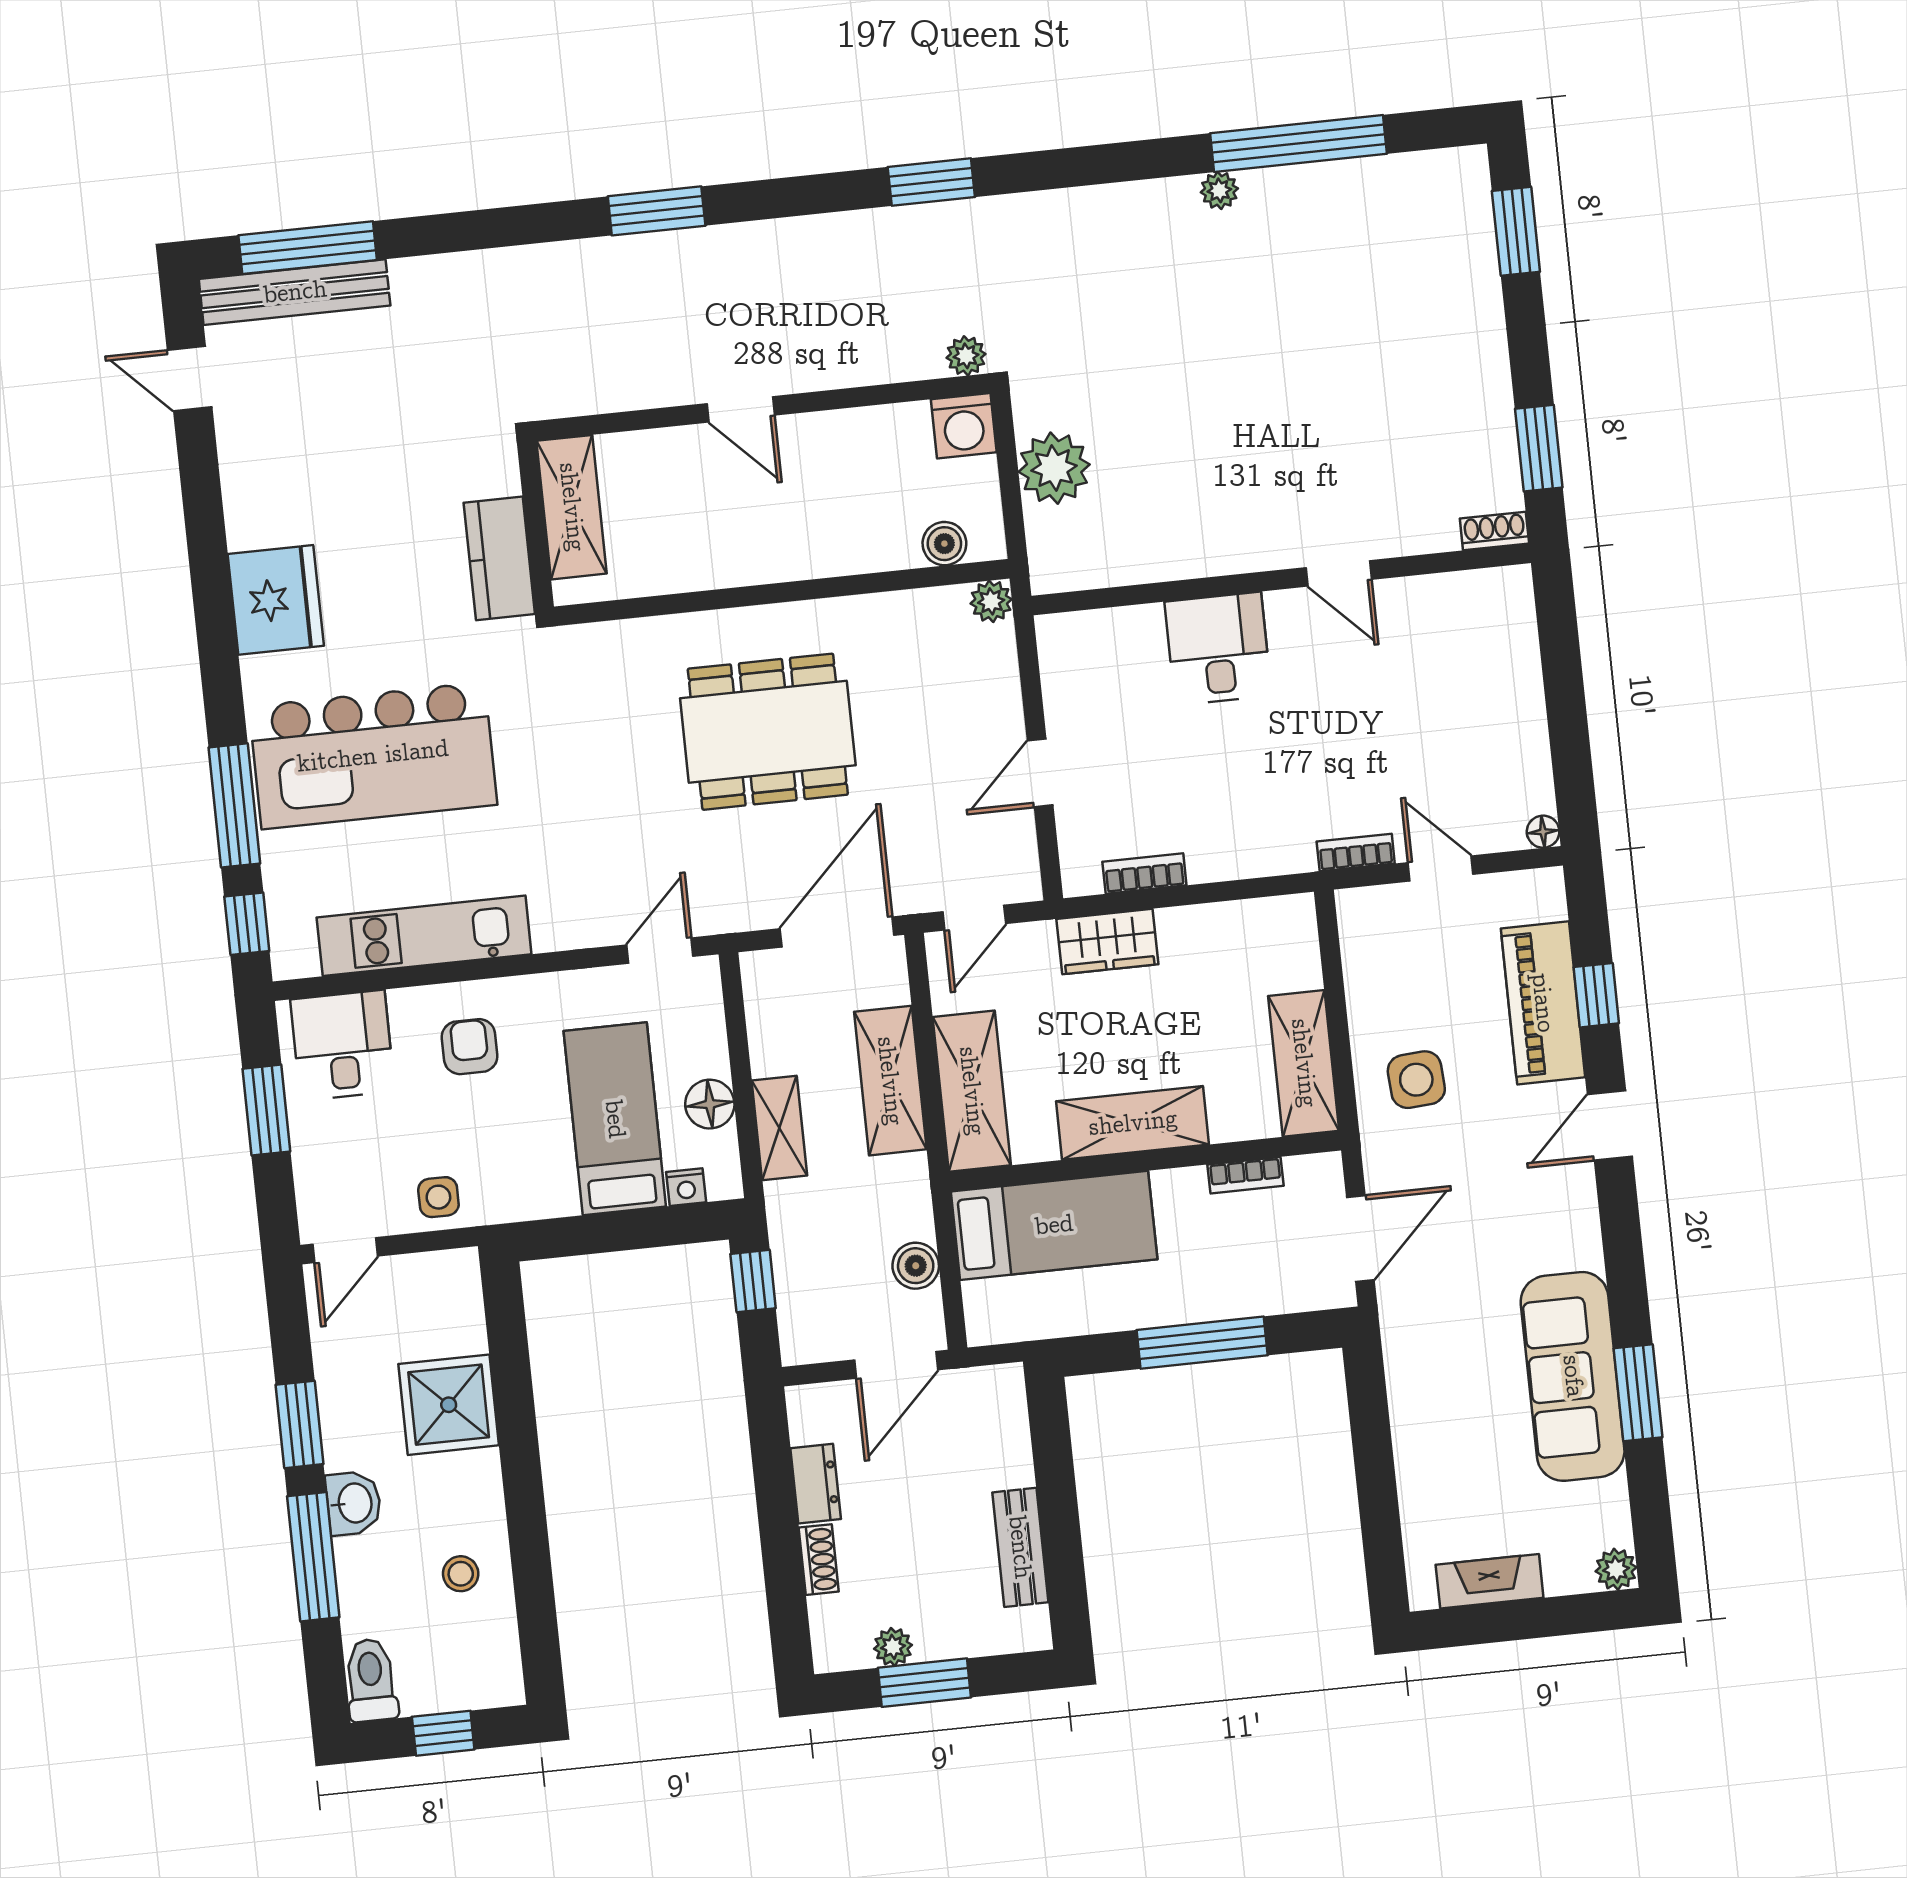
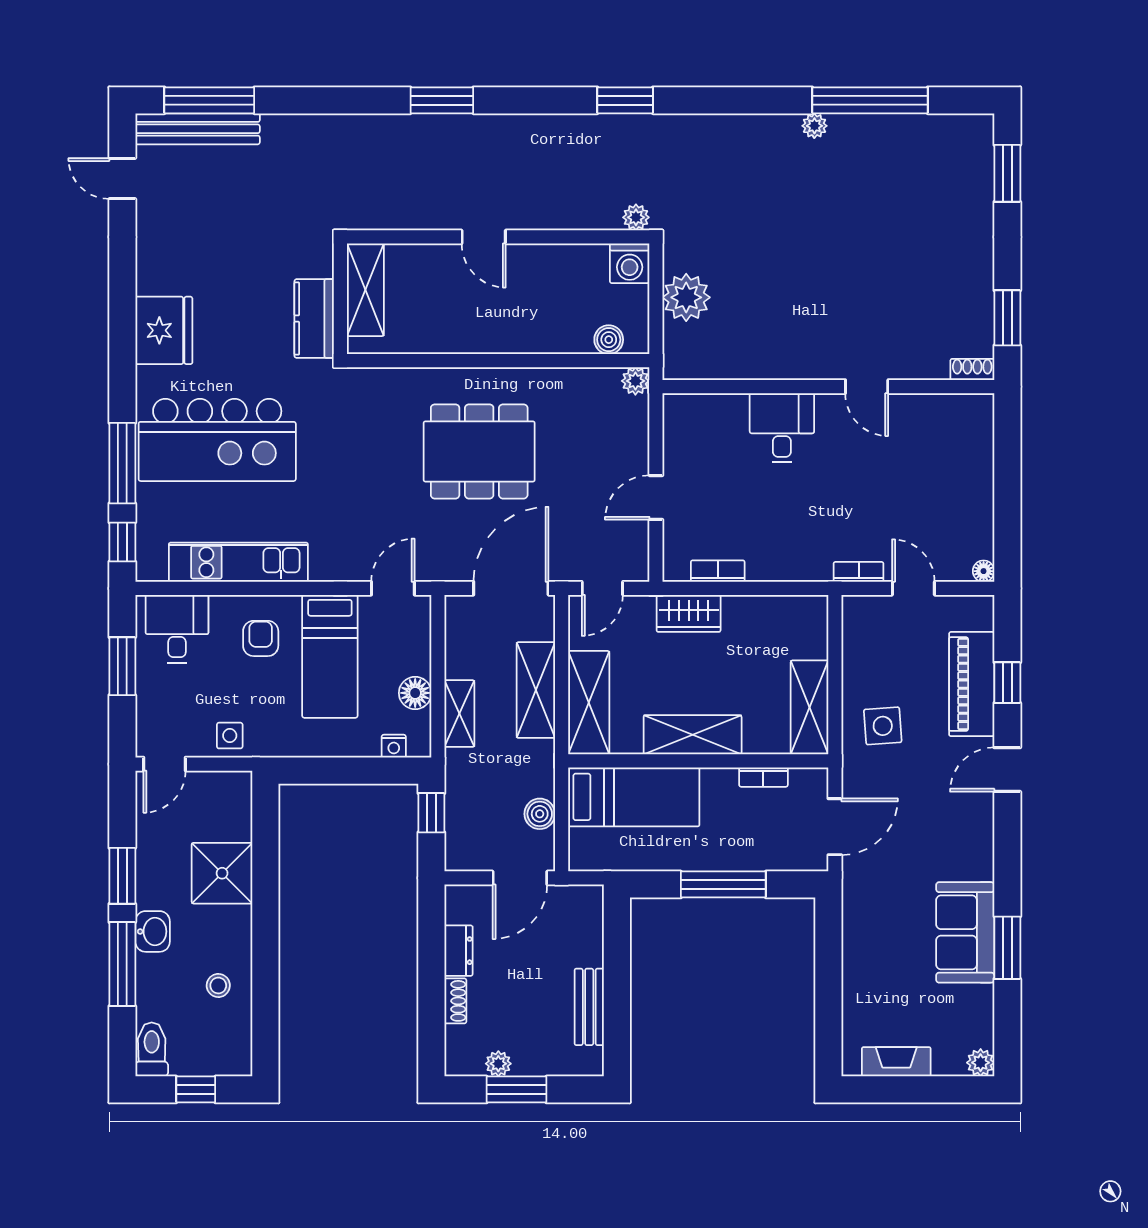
bed: (615, 1119) -> (330, 656), moved, turned 180
sofa: (1573, 1376) -> (965, 932), width x0.73

